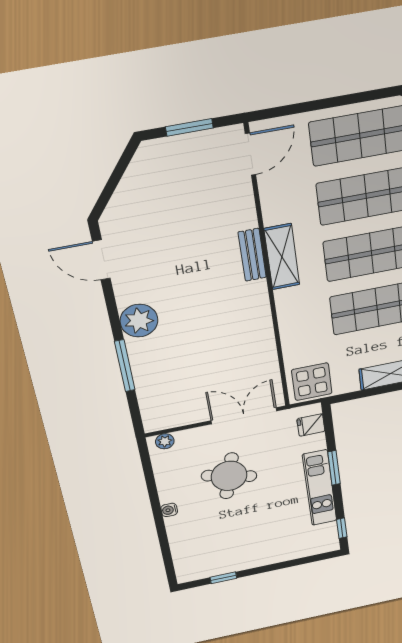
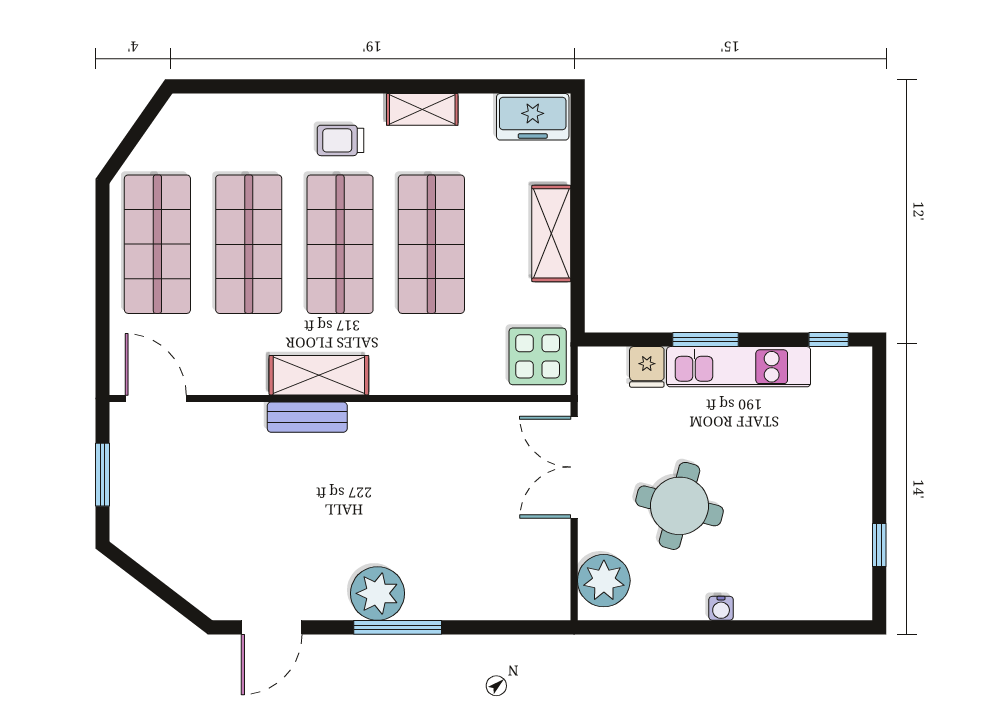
window: (125, 366) -> (398, 627), moved
fridge: (311, 425) -> (647, 367), moved
plant: (165, 441) -> (604, 581), width x1.88, depth x1.88

